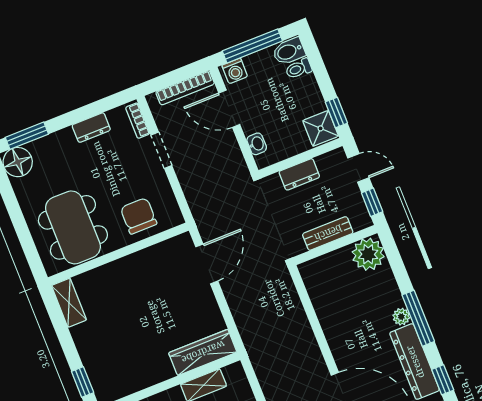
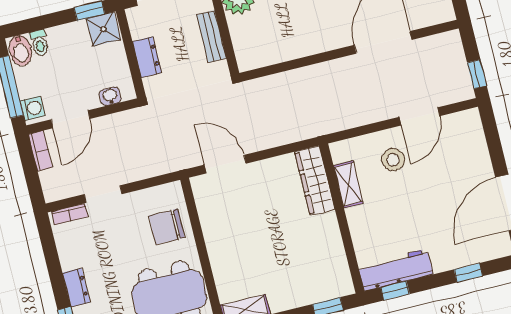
bookcase: (185, 88) -> (40, 151), width x0.64
dresser: (91, 128) -> (76, 288), moved

